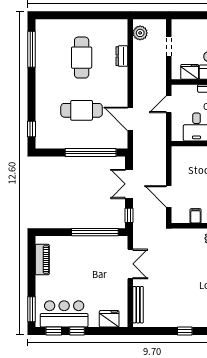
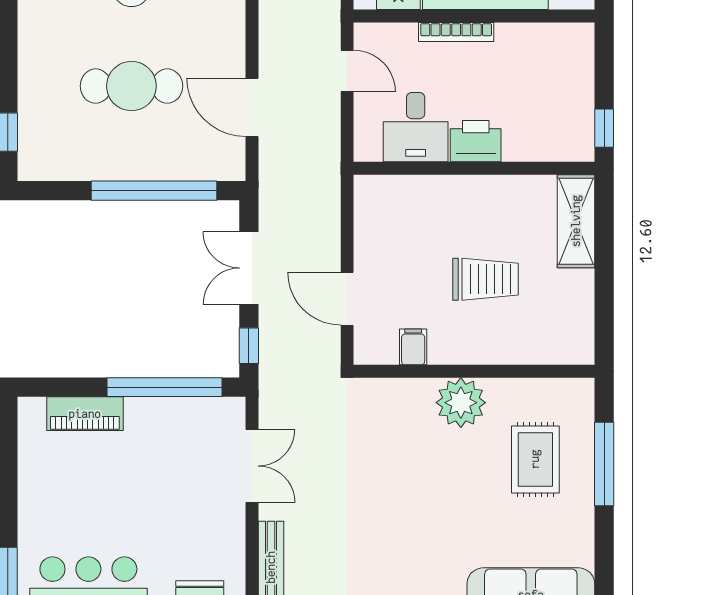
door: (169, 104) -> (347, 71), swing flipped
piano: (42, 260) -> (85, 414), moved, turned 90

